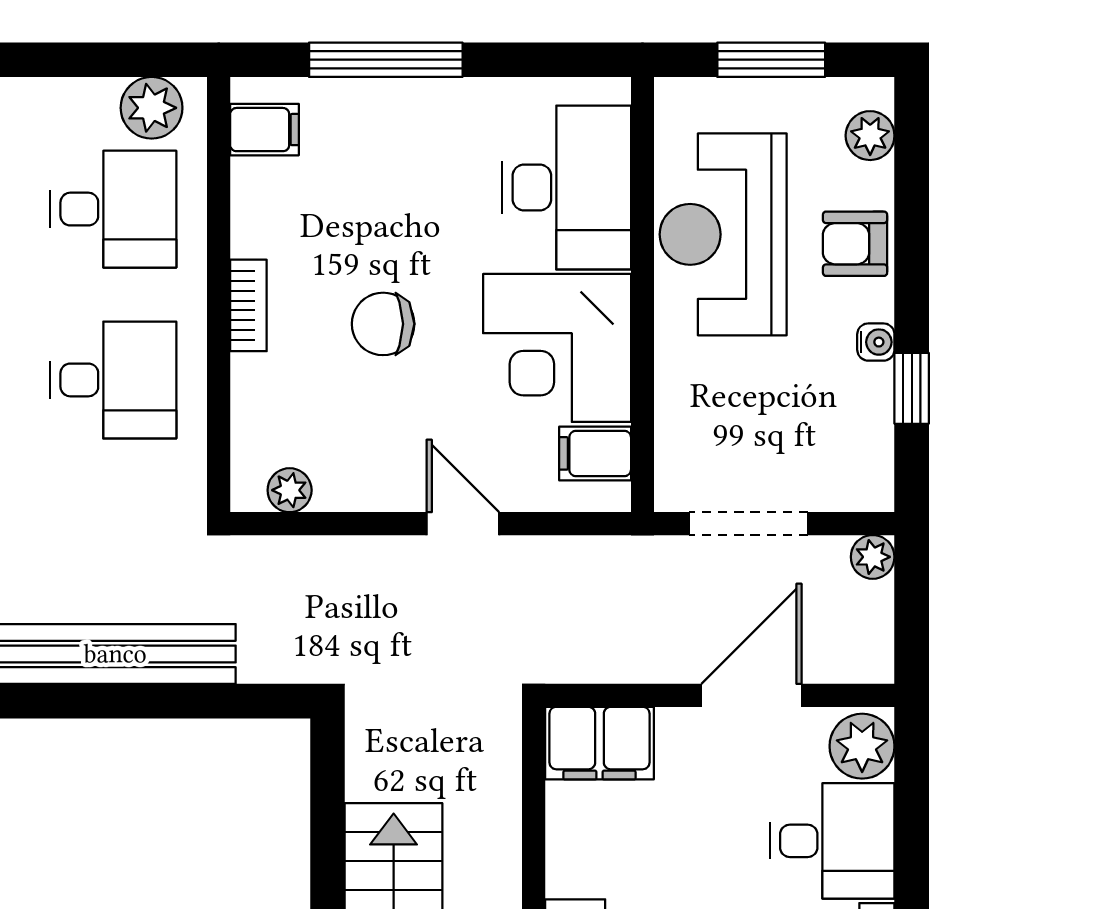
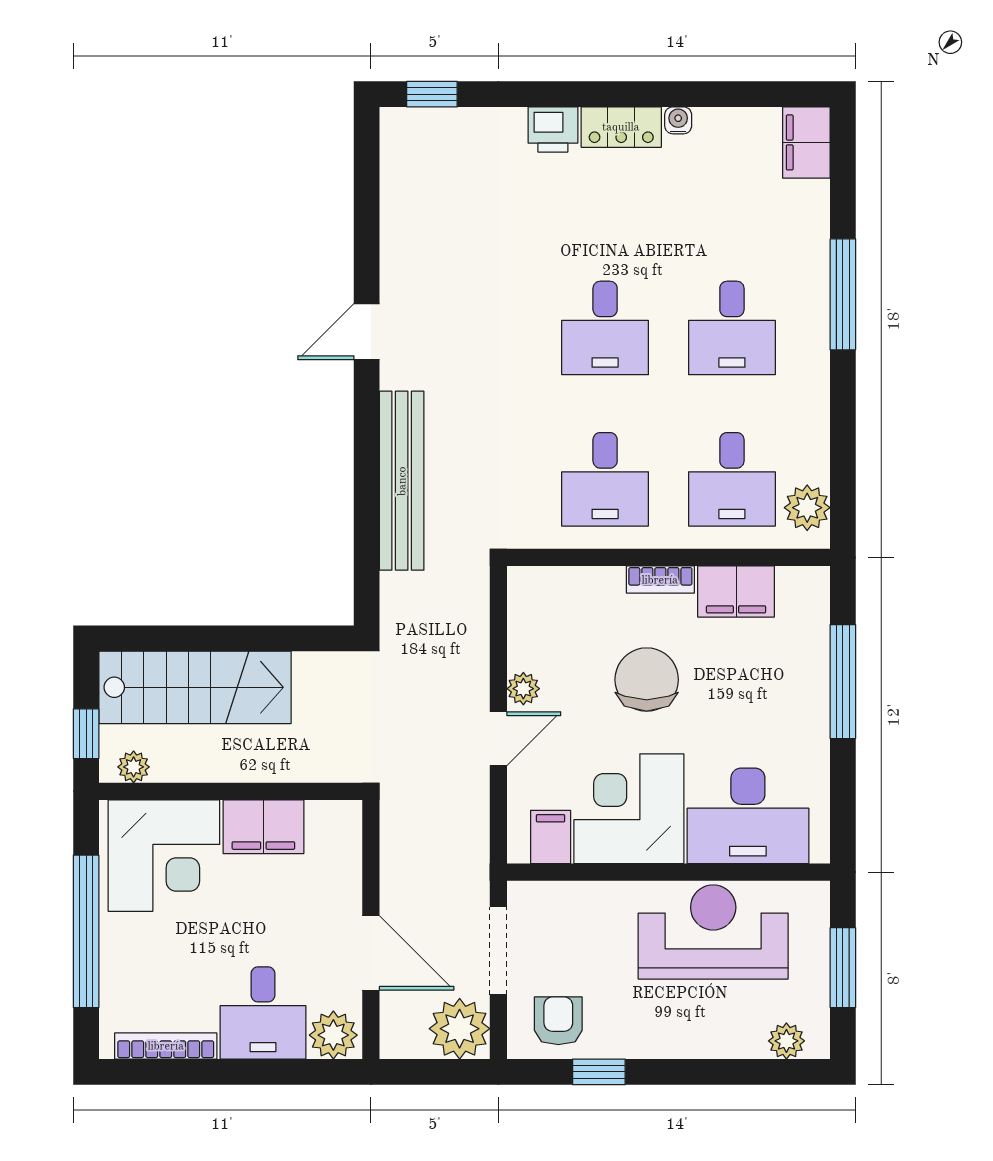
filing cabinet: (264, 130) -> (736, 592), moved, width x2.00
armchair: (855, 244) -> (558, 1021), moved
chair: (383, 324) -> (647, 680), width x1.37, depth x1.37
water cooler: (876, 342) -> (633, 1045), removed
plant: (290, 490) -> (523, 689), moved
plant: (873, 557) -> (460, 1029), width x1.88, depth x1.88
filing cabinet: (599, 743) -> (263, 827), moved, turned -90

